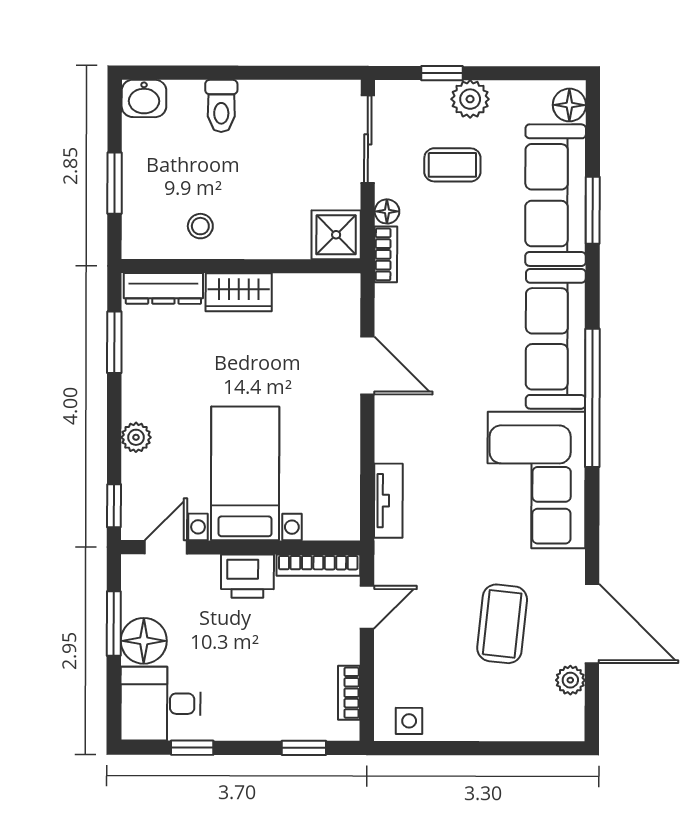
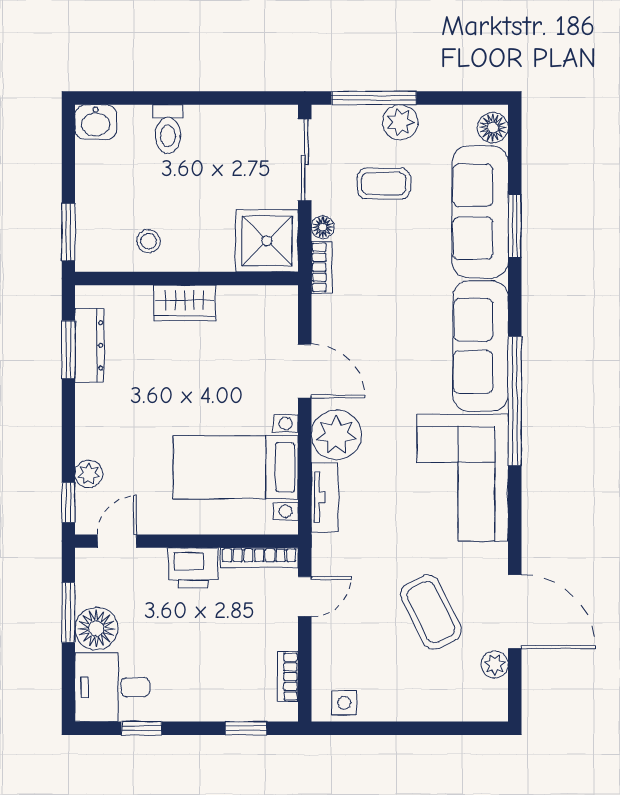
window: (442, 73) -> (374, 98), width x2.17
window: (115, 183) -> (68, 232), moved
shower: (336, 235) -> (267, 241), width x1.36, depth x1.36
dresser: (163, 288) -> (89, 345), moved, turned -90
plant: (401, 434) -> (336, 435), added
plant: (136, 437) -> (89, 474), moved
bed with nightstands: (245, 473) -> (236, 467), moved, turned -90
coffee table: (502, 624) -> (431, 612), turned -32

